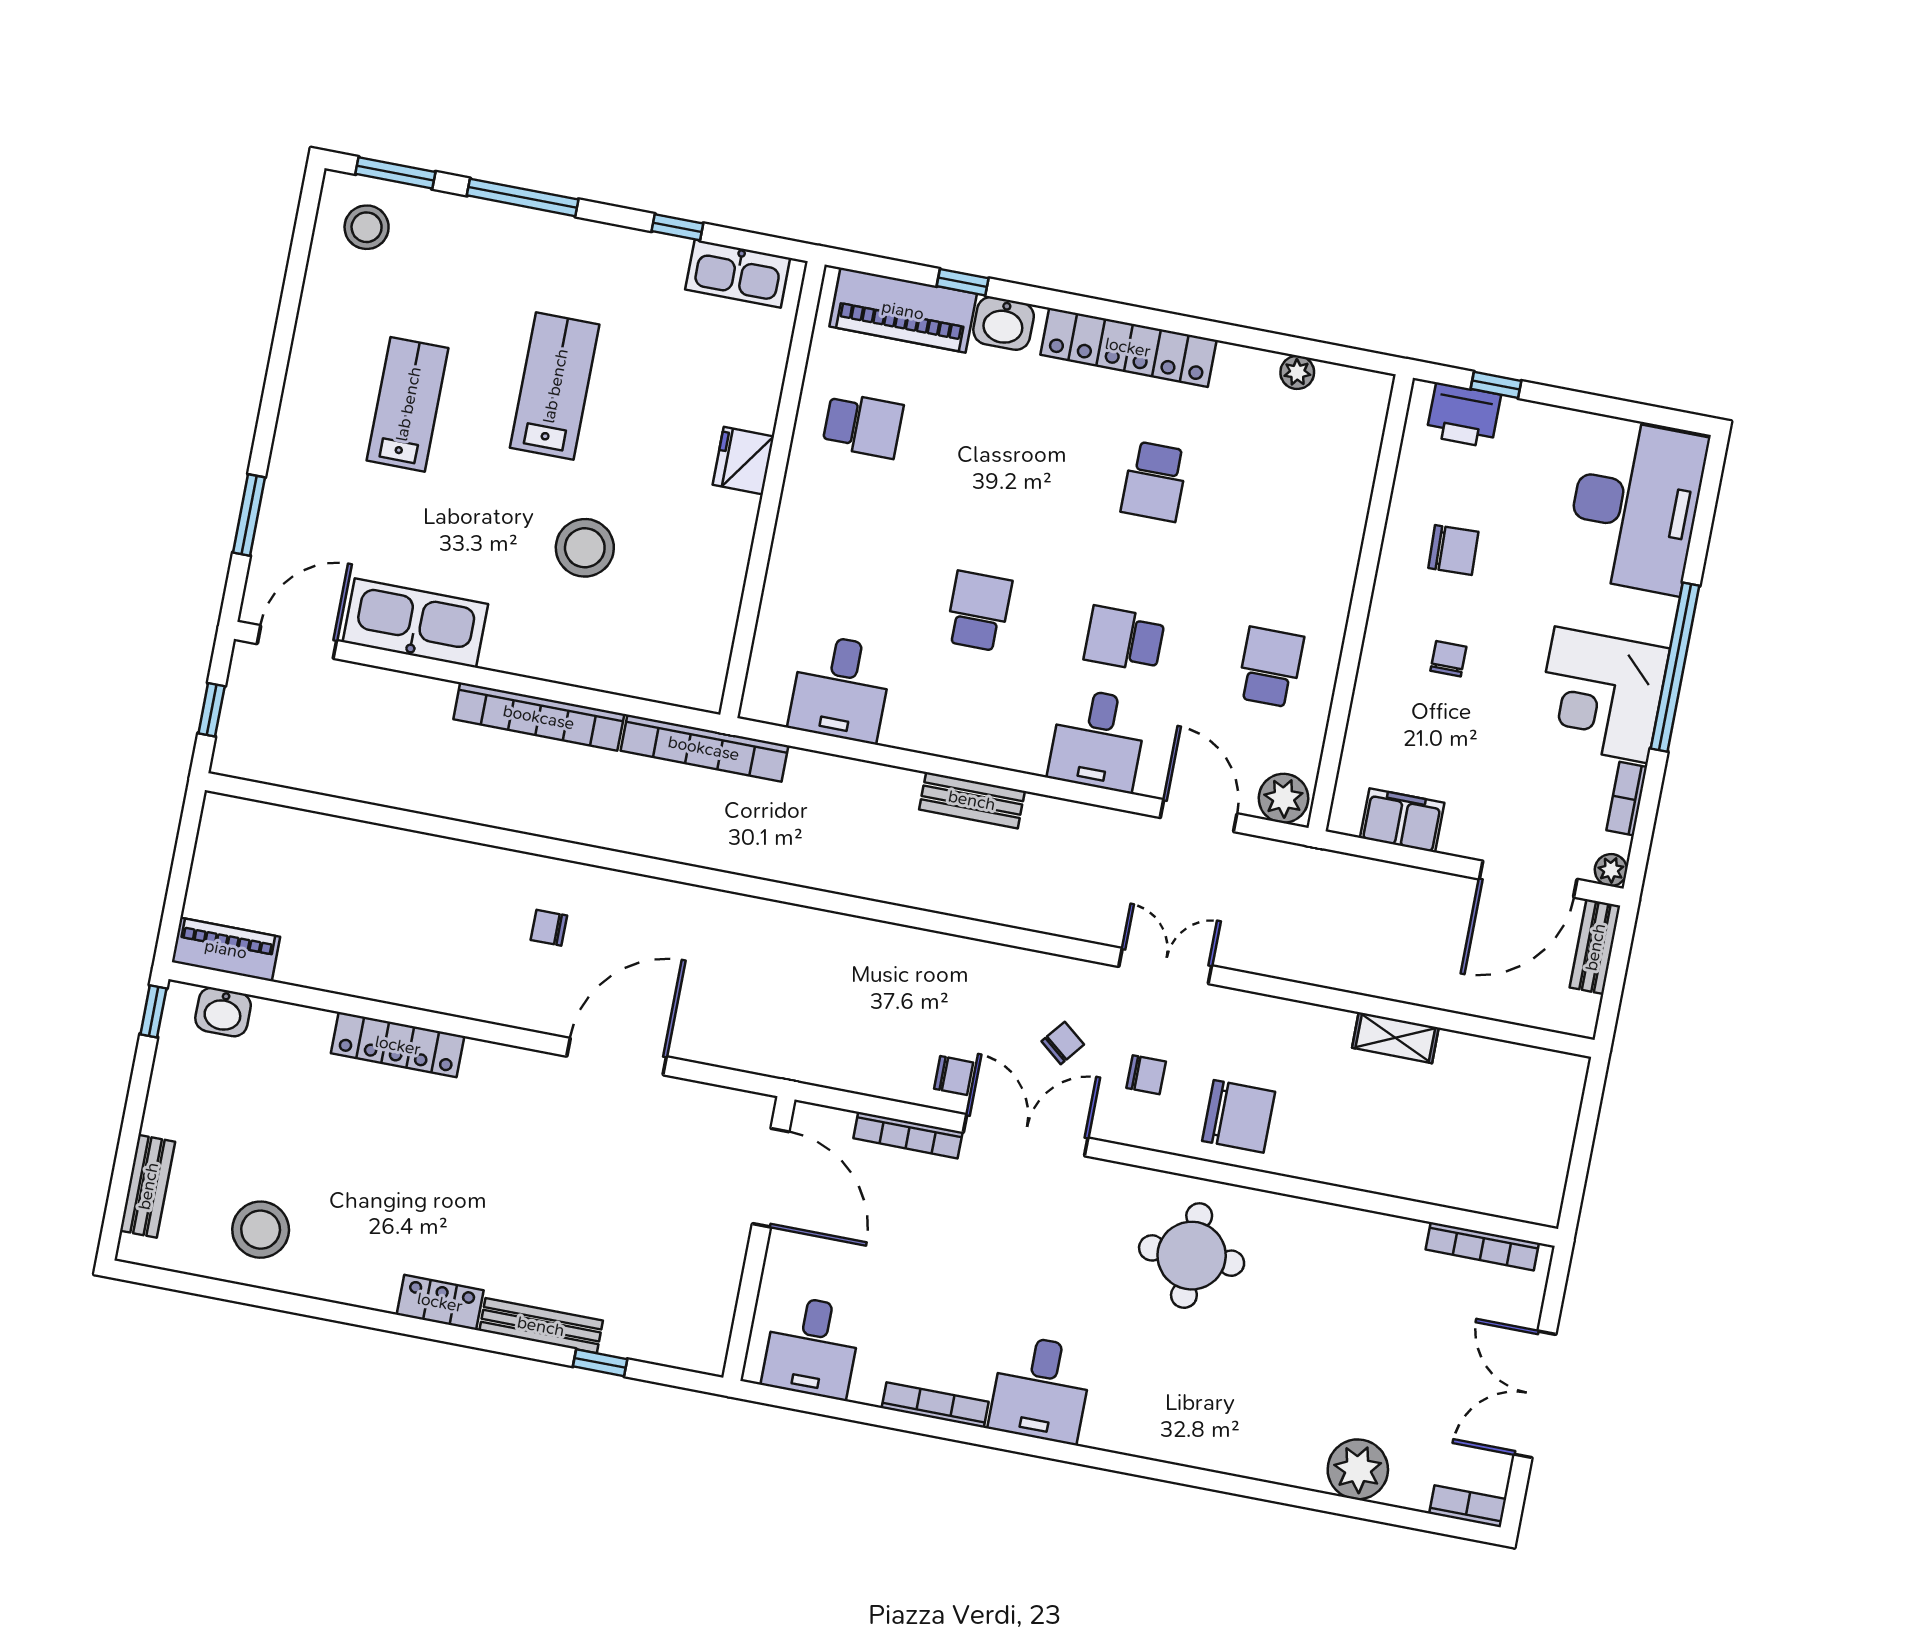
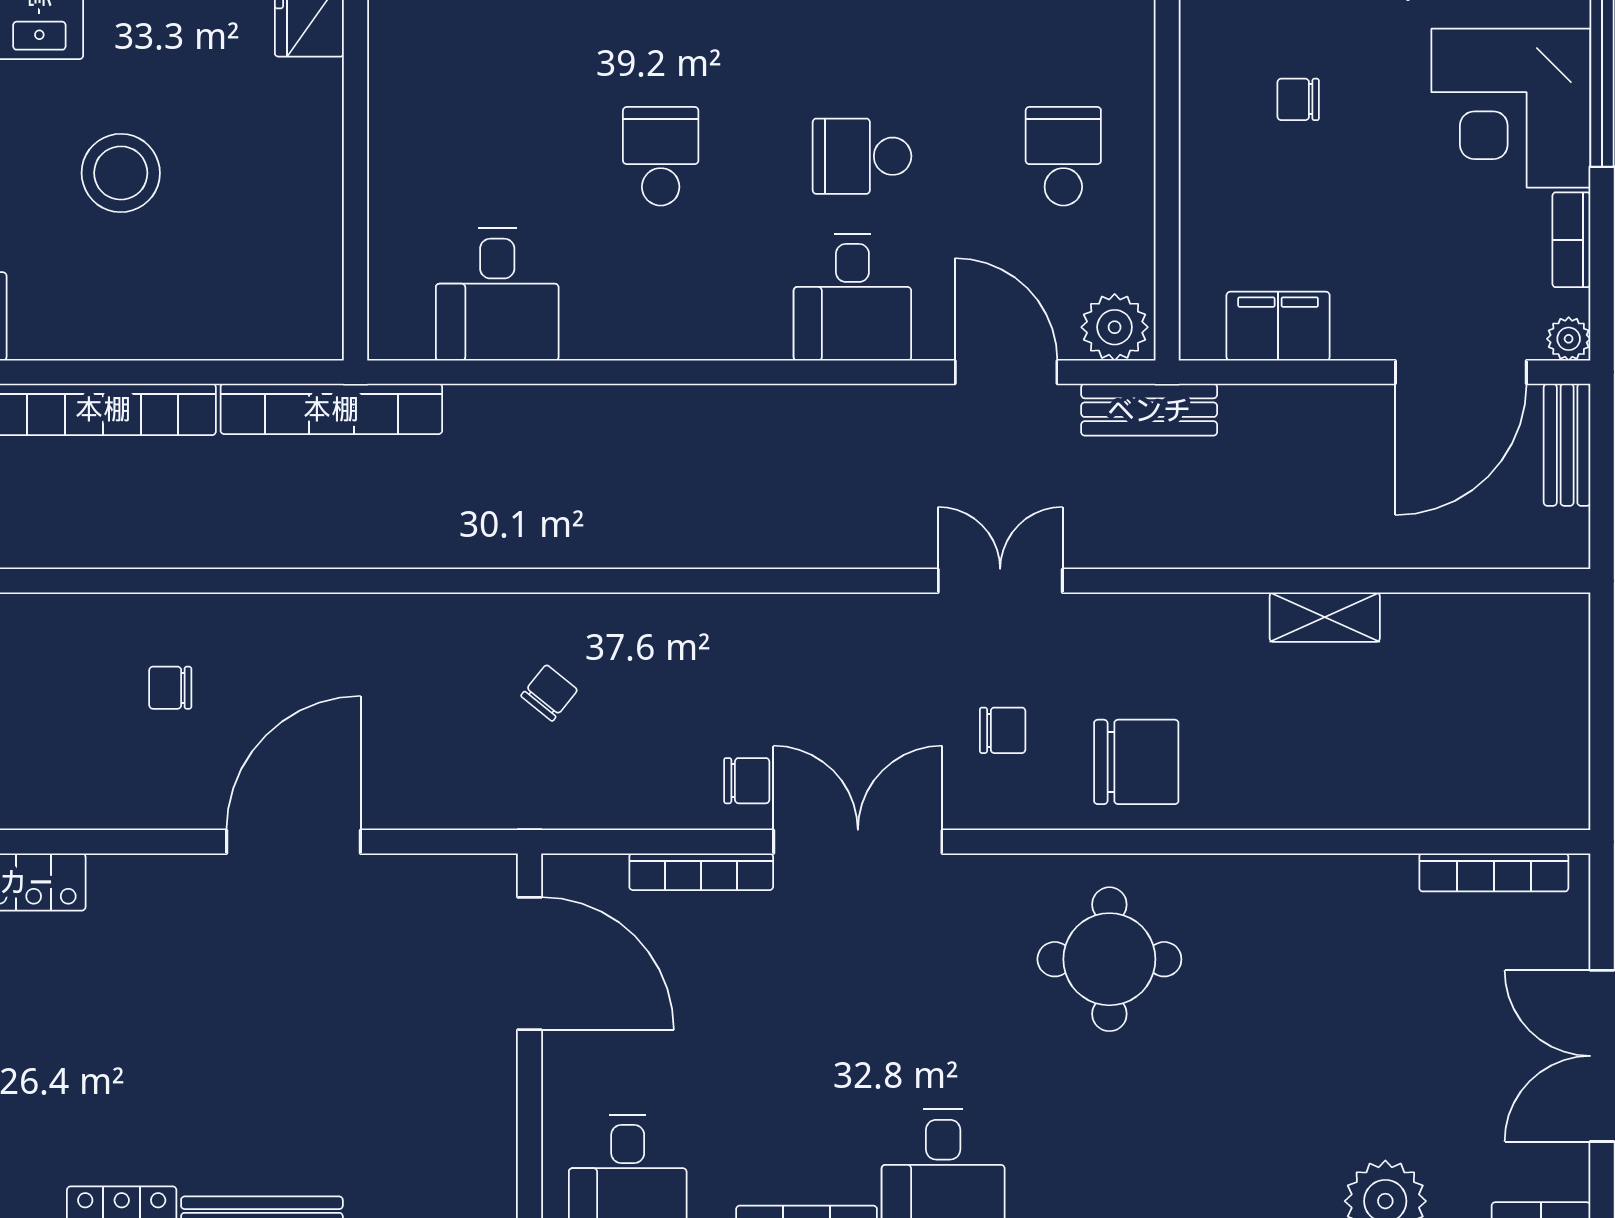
chair: (1448, 659) -> (1298, 99), turned -90
bench: (972, 800) -> (1149, 410), moved
chair: (1063, 1043) -> (549, 693), moved

